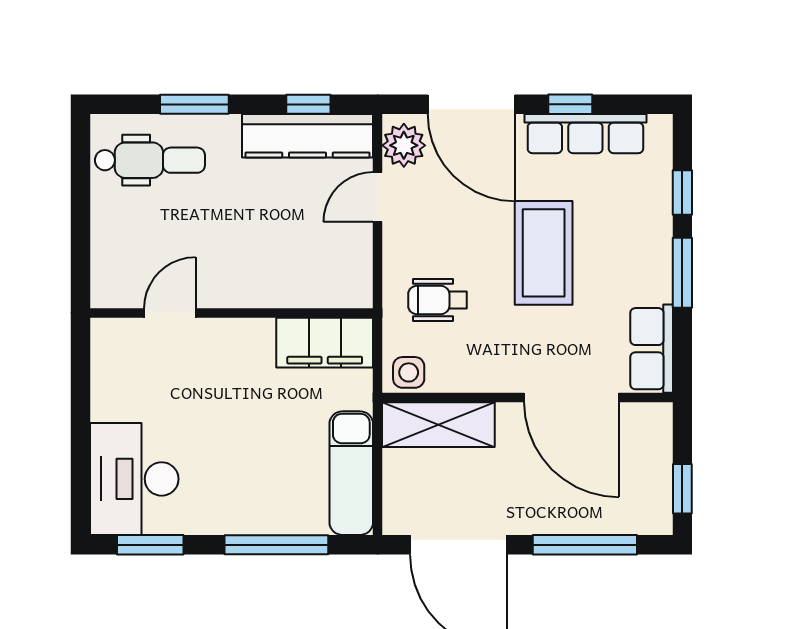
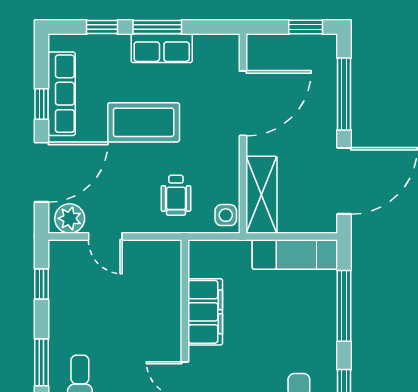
kitchen counter: (307, 136) -> (63, 285), removed
filing cabinet: (325, 343) -> (205, 312), moved
row of seats: (652, 349) -> (162, 48), moved

